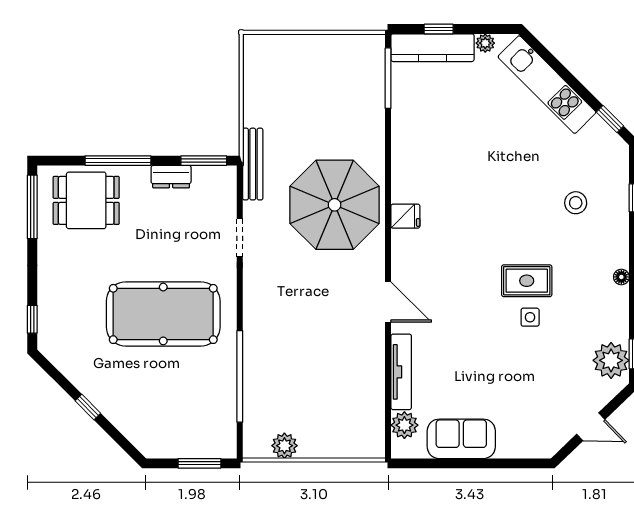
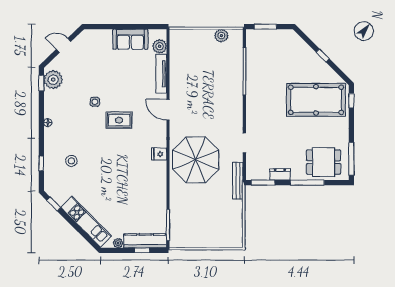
rug: (527, 281) -> (119, 120), moved
pool table: (163, 314) -> (316, 100), moved

